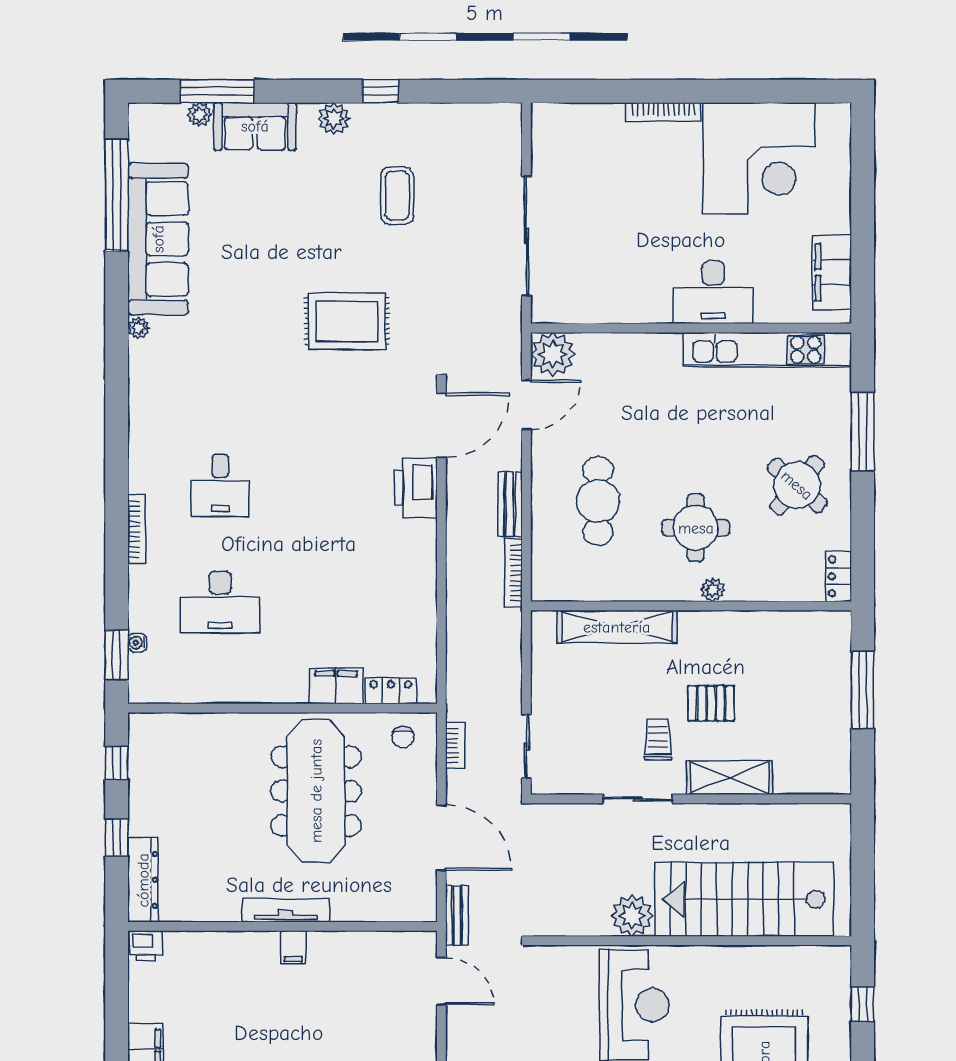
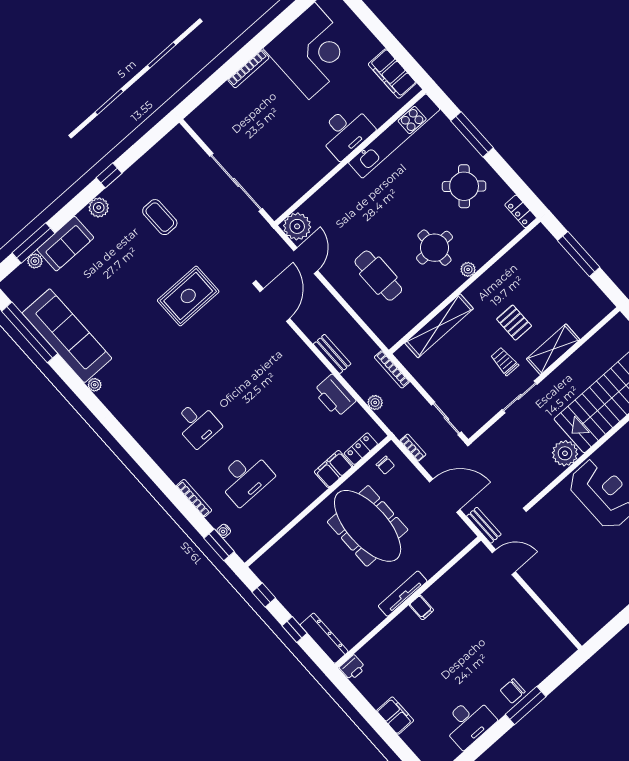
printer: (416, 488) -> (334, 396), moved
bench: (510, 504) -> (332, 354), moved
bookcase: (137, 529) -> (194, 498), moved
bookcase: (514, 573) -> (392, 369), moved
plant: (458, 650) -> (375, 402), added
pallet: (711, 703) -> (514, 323), turned 90

